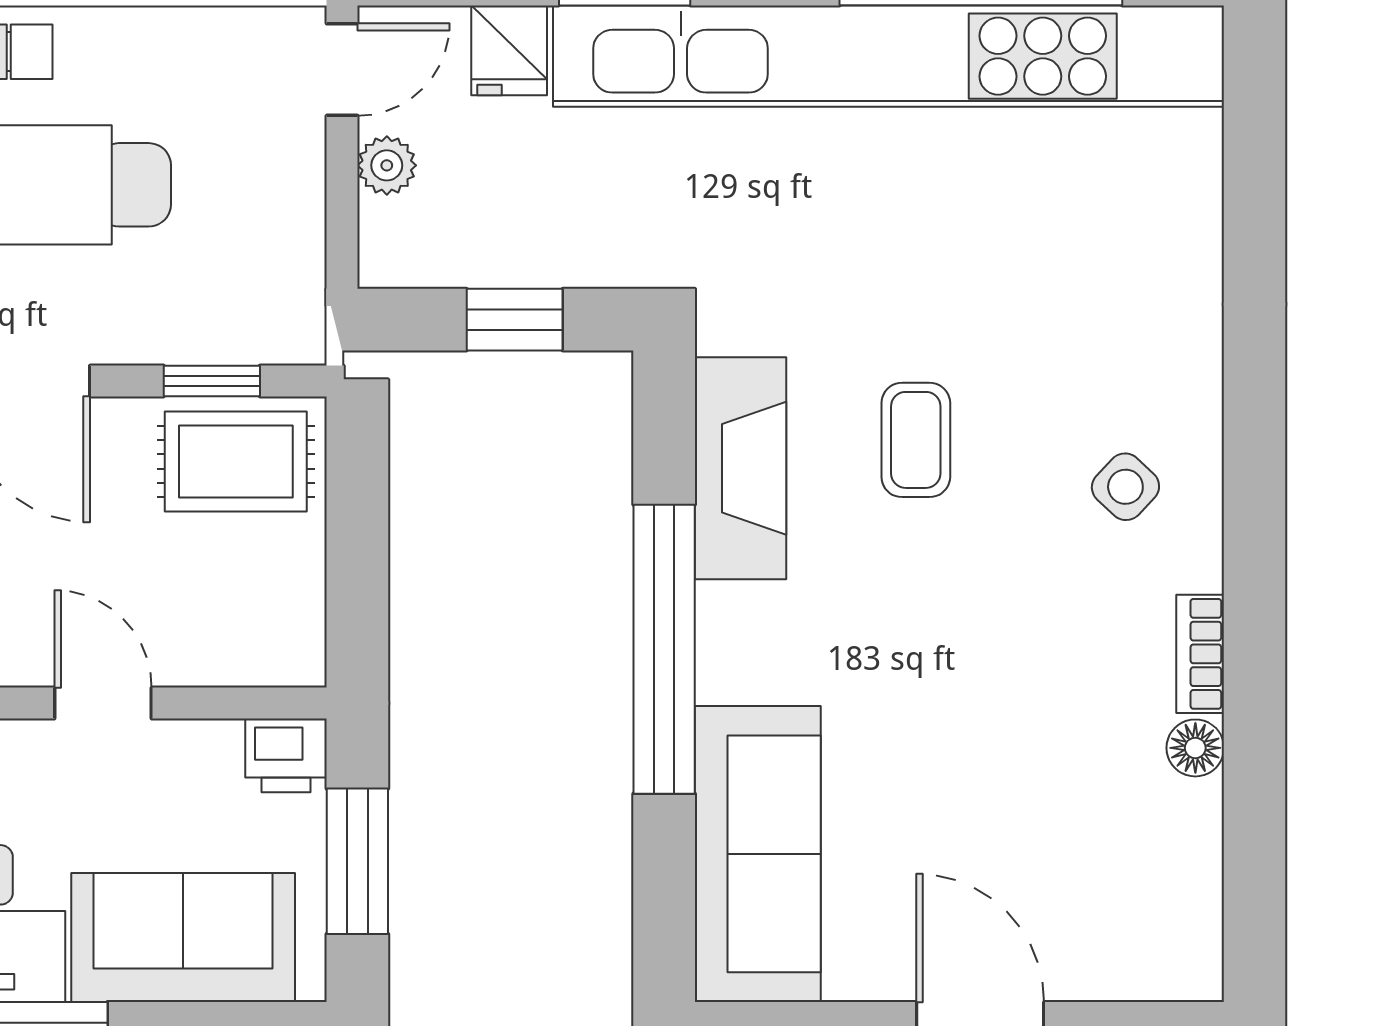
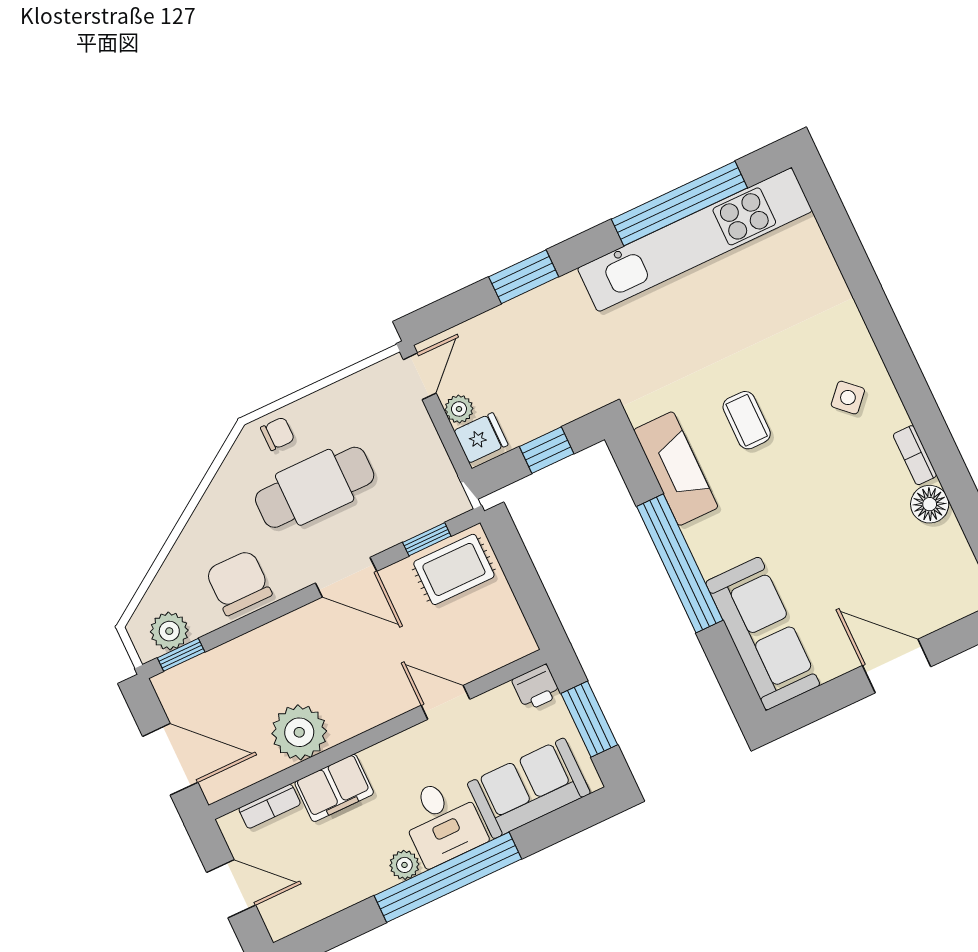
fridge: (509, 50) -> (481, 438), moved, turned -90
kitchen unit: (888, 56) -> (695, 240), width x0.73
floor lamp: (1195, 748) -> (930, 504), width x1.37, depth x1.37

